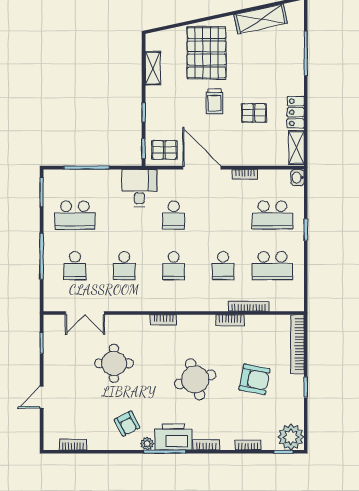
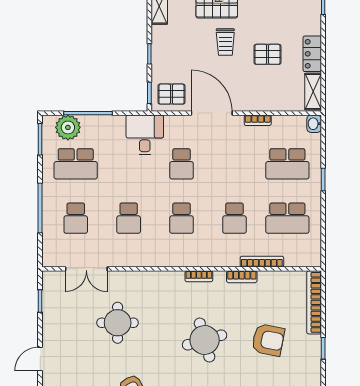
plant: (68, 181) -> (68, 127), added
bookcase: (163, 320) -> (199, 276), moved

